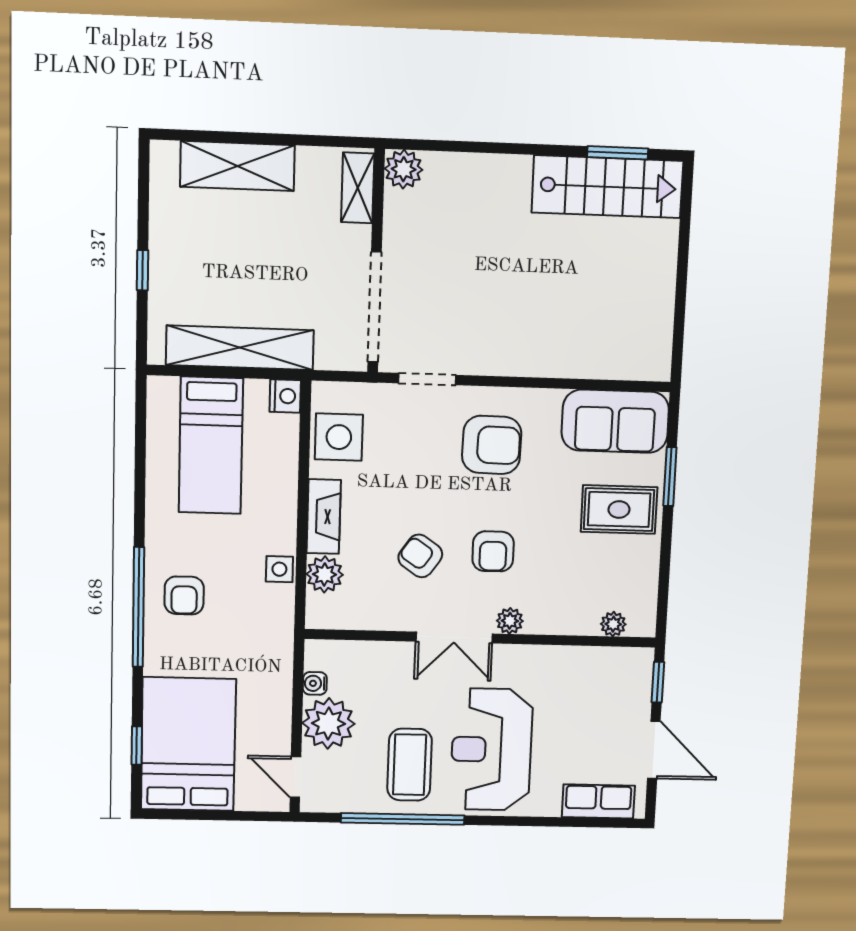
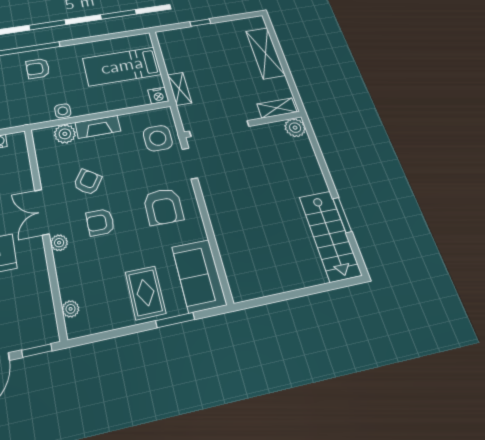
window: (618, 153) -> (342, 215), moved
shelving: (240, 348) -> (180, 89), width x0.45, depth x0.75
side table: (339, 437) -> (158, 138), moved

